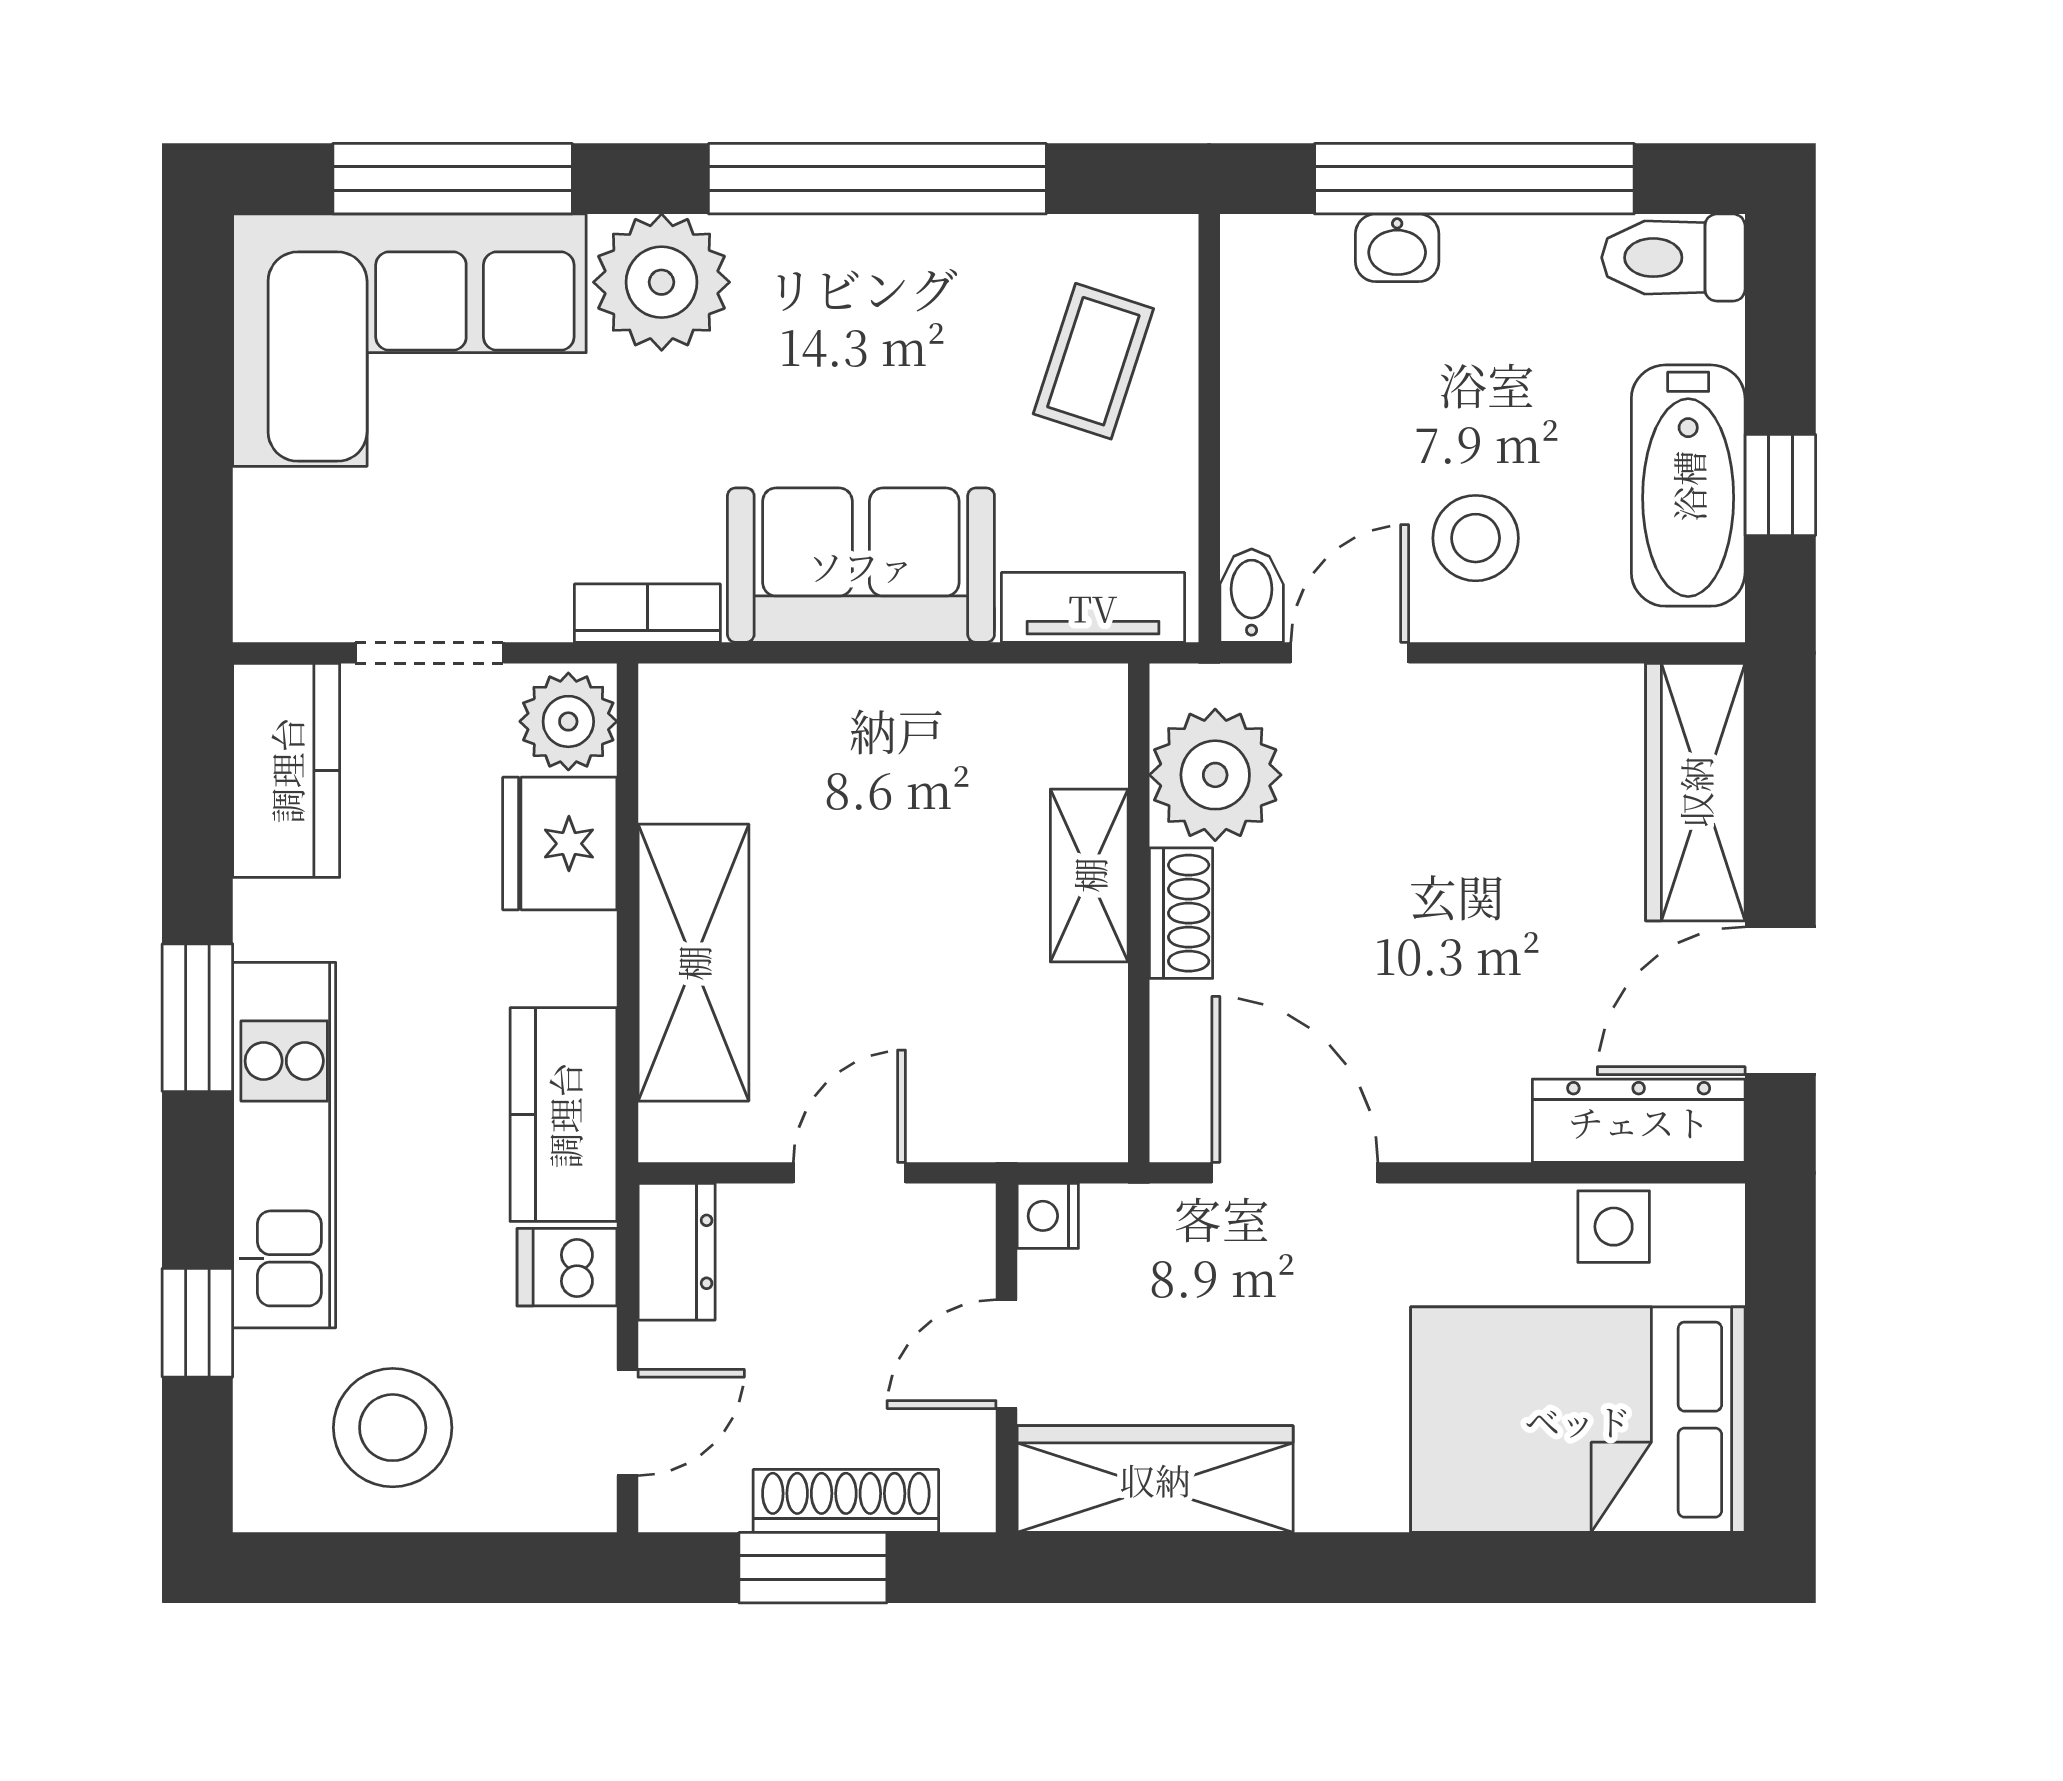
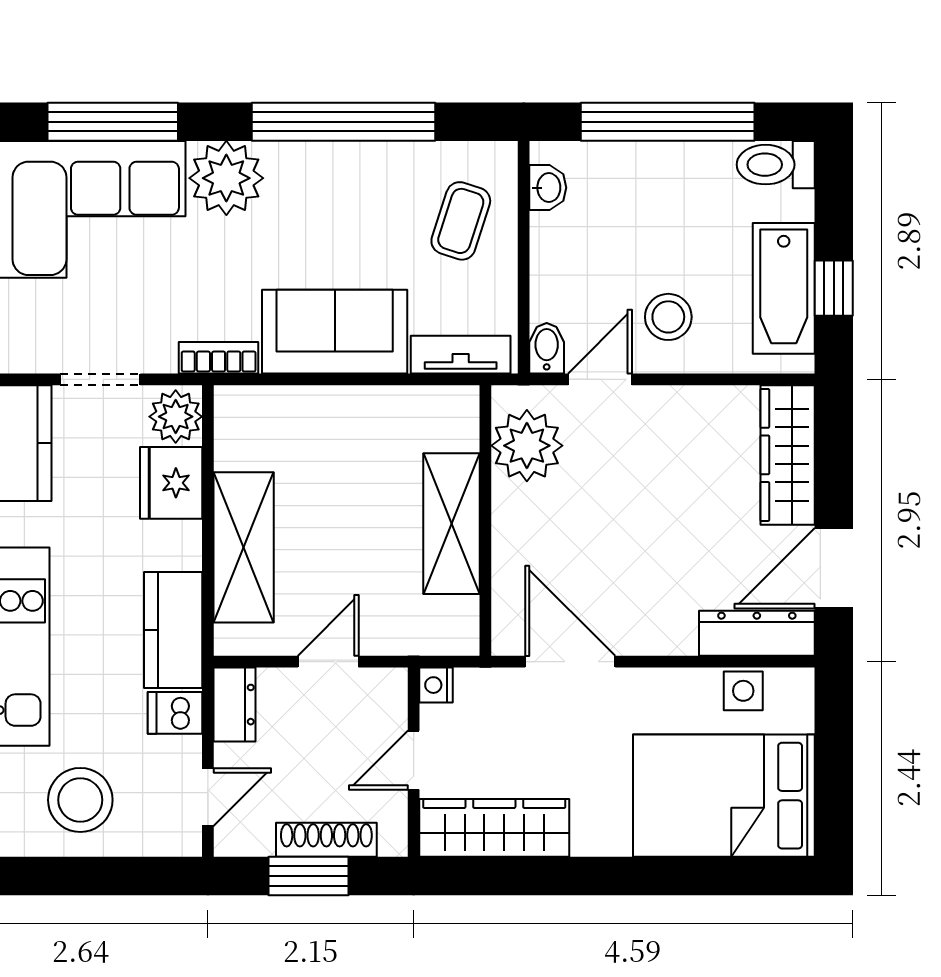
washbasin: (1397, 248) -> (548, 188), moved, turned -90
shelving: (1089, 875) -> (451, 524), width x1.50, depth x1.33
shoe rack: (1181, 913) -> (508, 521), removed

